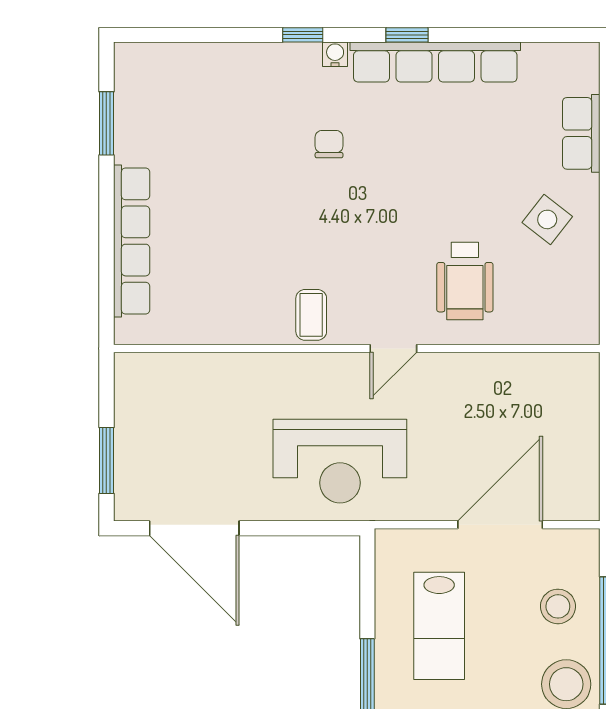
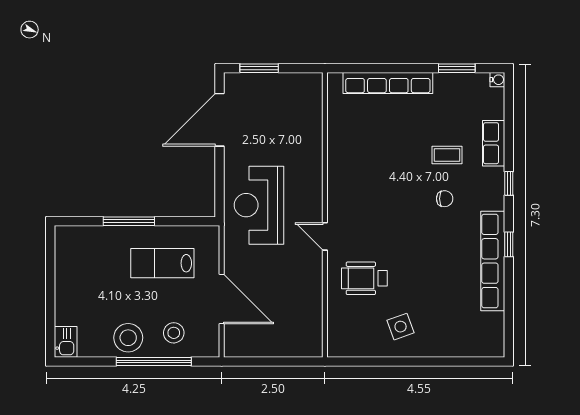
water cooler: (335, 54) -> (497, 80), moved
row of seats: (581, 133) -> (494, 143), moved, turned -90
side table: (547, 219) -> (401, 327), turned 32
coffee table: (311, 315) -> (447, 155), moved

